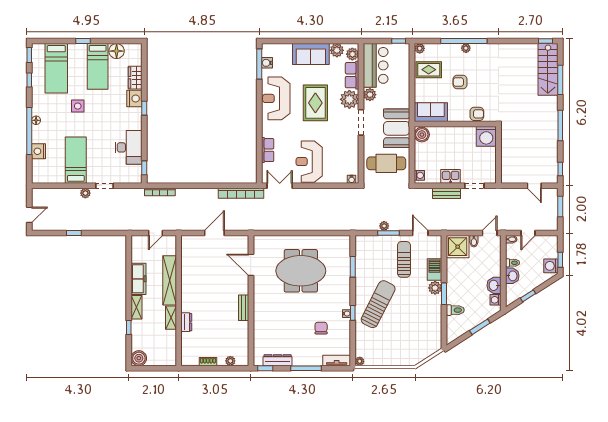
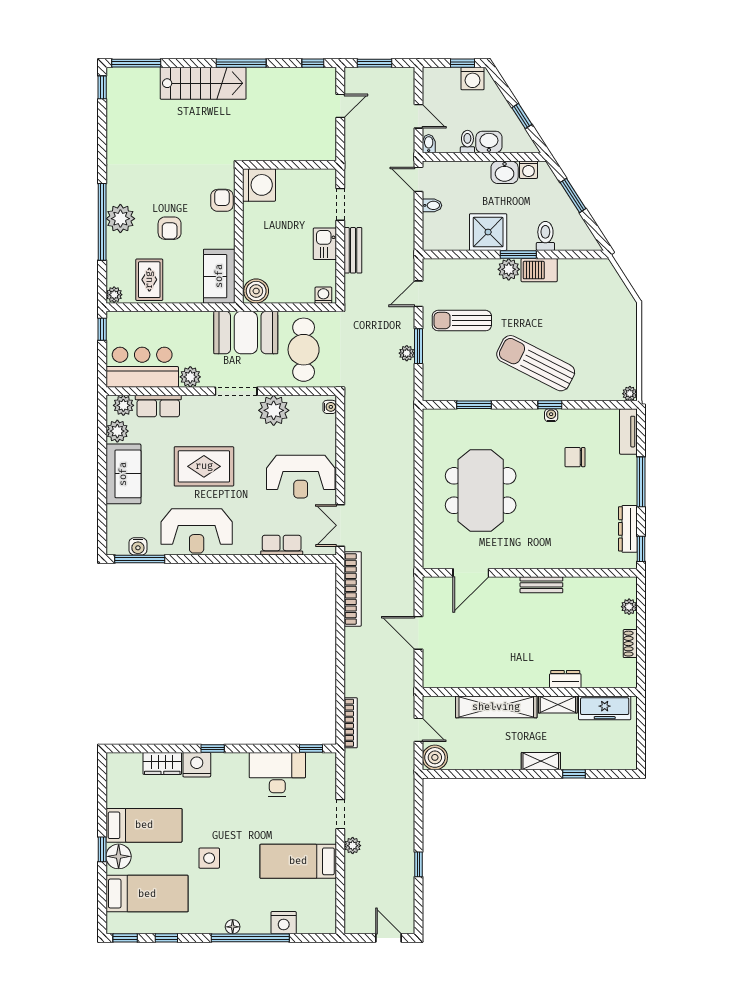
plant: (466, 48) -> (120, 219), width x1.88, depth x1.88
floor lamp: (117, 51) -> (119, 856), moved
stairs: (548, 69) -> (203, 83), moved
window: (560, 80) -> (136, 63), moved
plant: (349, 99) -> (274, 410), moved
shower: (458, 247) -> (488, 232), moved
barbecue: (435, 269) -> (539, 270), moved
freezer: (139, 279) -> (605, 708), moved, turned 180
boiler: (139, 358) -> (435, 757), moved

